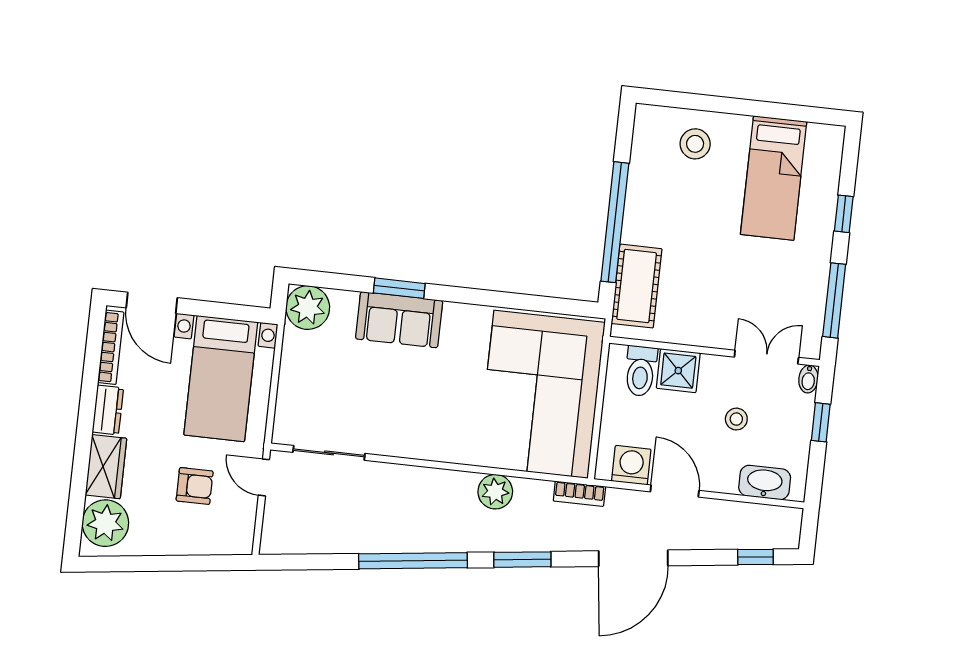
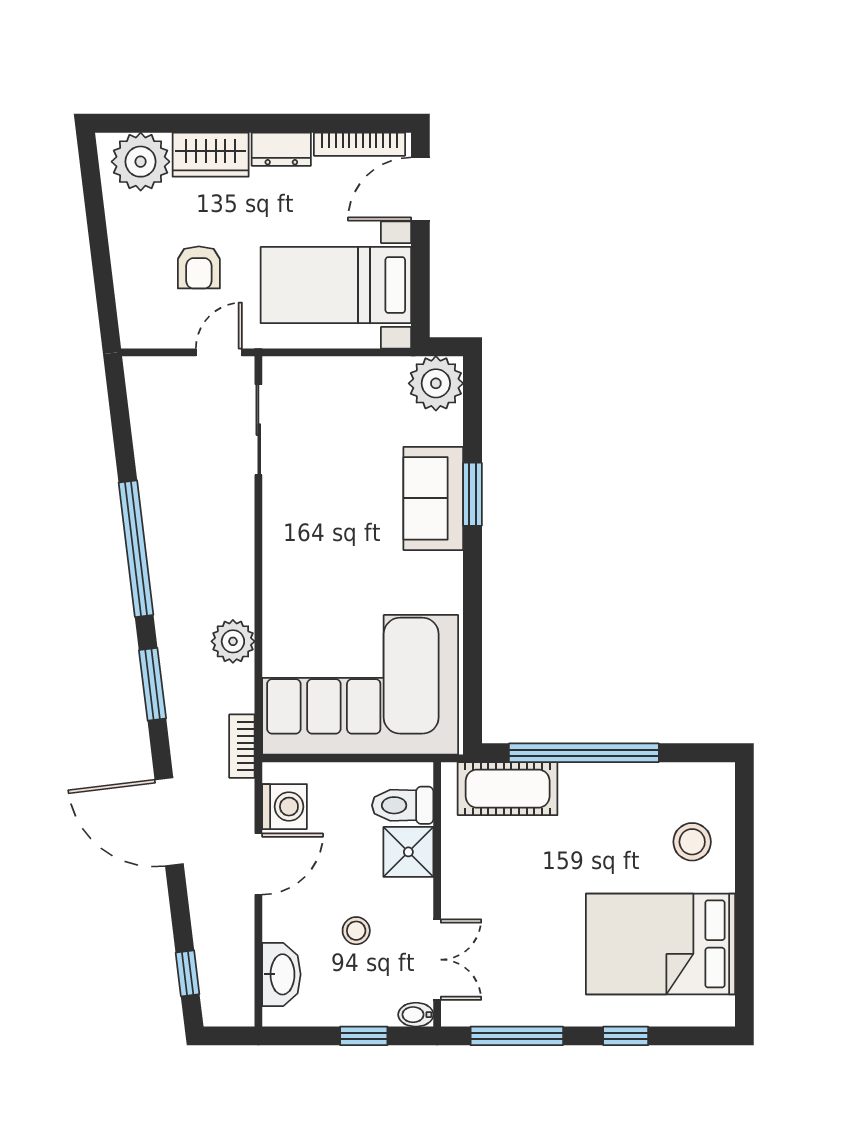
bed: (774, 178) -> (661, 944), width x1.50

